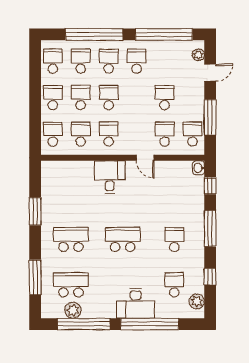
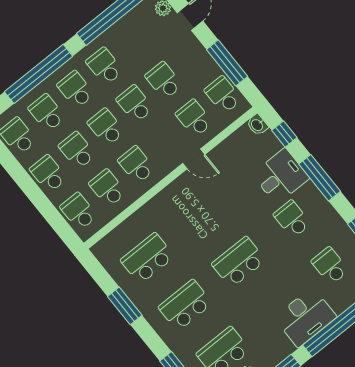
school desk: (137, 98) -> (135, 104), added
desk: (110, 177) -> (281, 176), moved, turned 90
school desk: (71, 194) -> (147, 258), added

